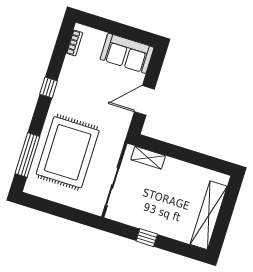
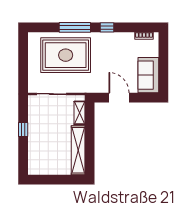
window: (27, 155) -> (75, 27), moved
shelving: (209, 215) -> (78, 150), moved, turned 90

